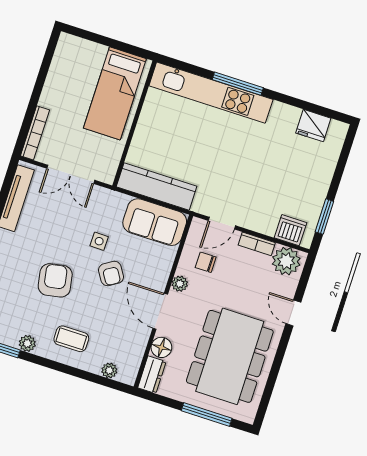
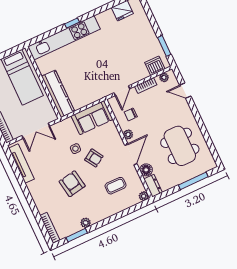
window: (238, 84) -> (72, 23), width x0.46
kitchen counter: (157, 186) -> (58, 94), moved, turned 90
plant: (286, 261) -> (164, 77), width x0.53, depth x0.53
door: (160, 311) -> (131, 154), swing flipped
door: (293, 313) -> (185, 91), moved
coffee table: (71, 339) -> (116, 186), moved
dining table: (230, 356) -> (180, 146), width x0.73, depth x0.80
plant: (109, 370) -> (144, 196), moved

